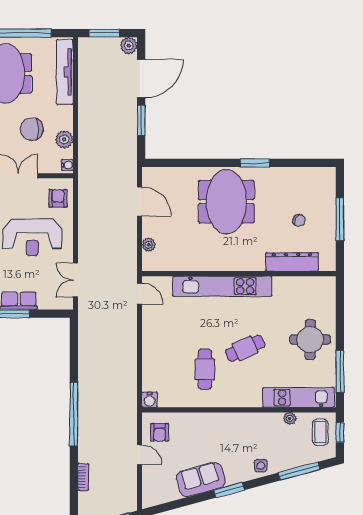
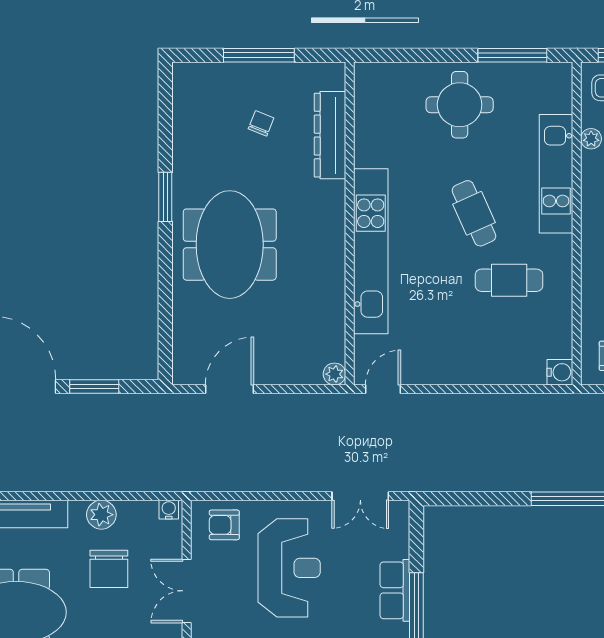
plant: (64, 139) -> (101, 515), moved
meeting table: (226, 202) -> (230, 245), turned 90
plant: (149, 245) -> (334, 374), moved
kitchen unit: (298, 397) -> (556, 174), moved

